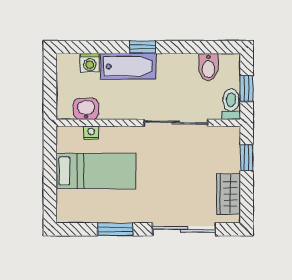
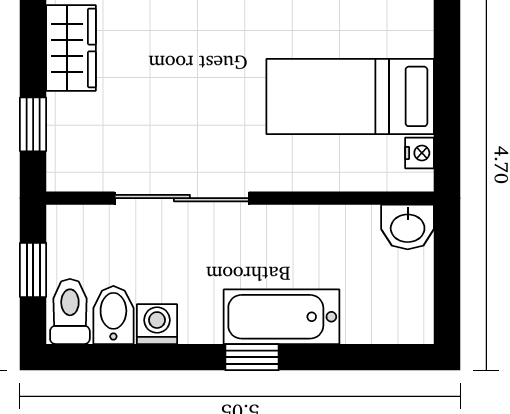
washing machine: (90, 63) -> (157, 324), moved
toilet: (231, 104) -> (70, 311), moved, turned 180
washbasin: (86, 109) -> (408, 227), moved
nightstand: (91, 133) -> (420, 153), moved, turned -90

